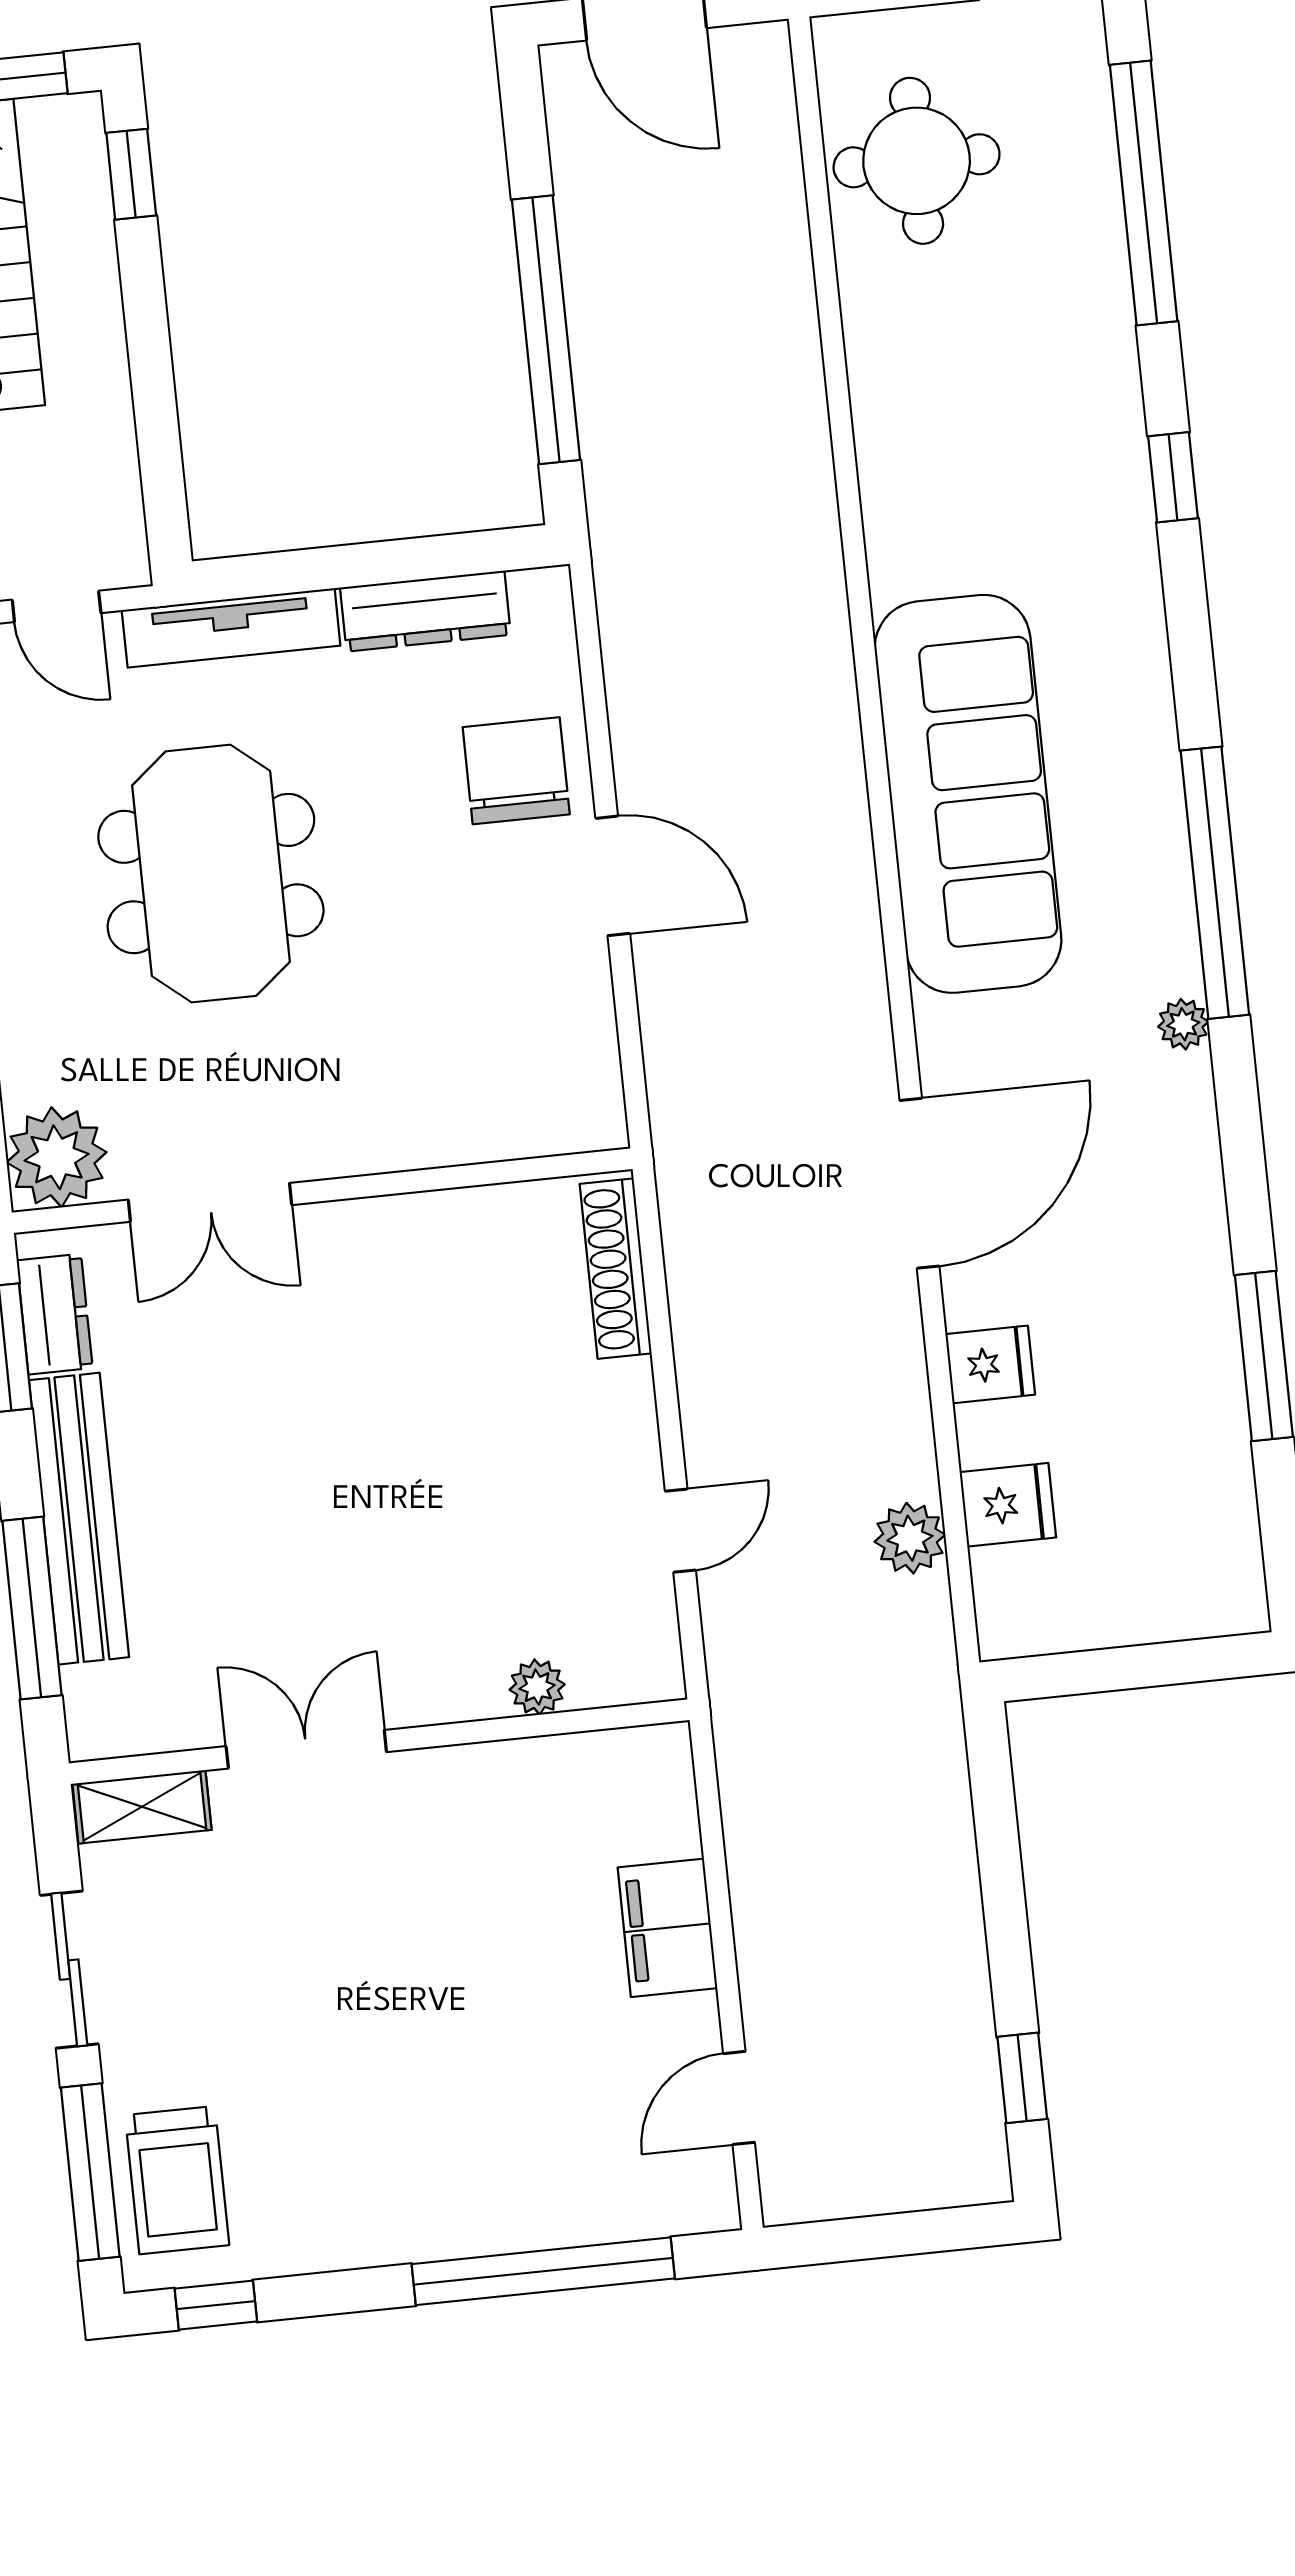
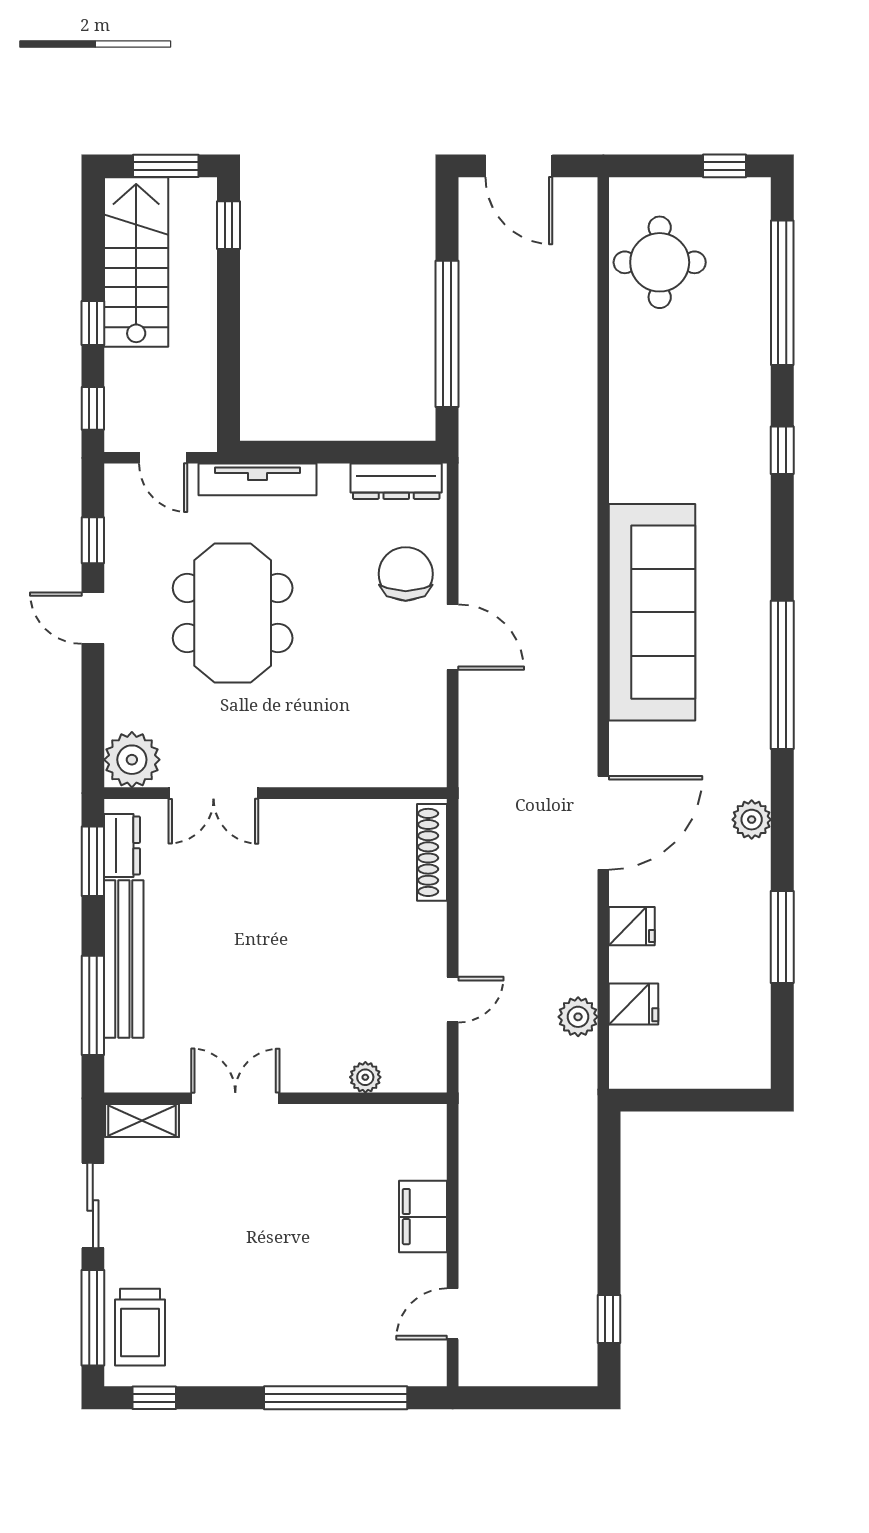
dresser: (425, 611) -> (396, 481), moved
plant: (1183, 1024) -> (752, 820), moved, width x1.38, depth x1.38

